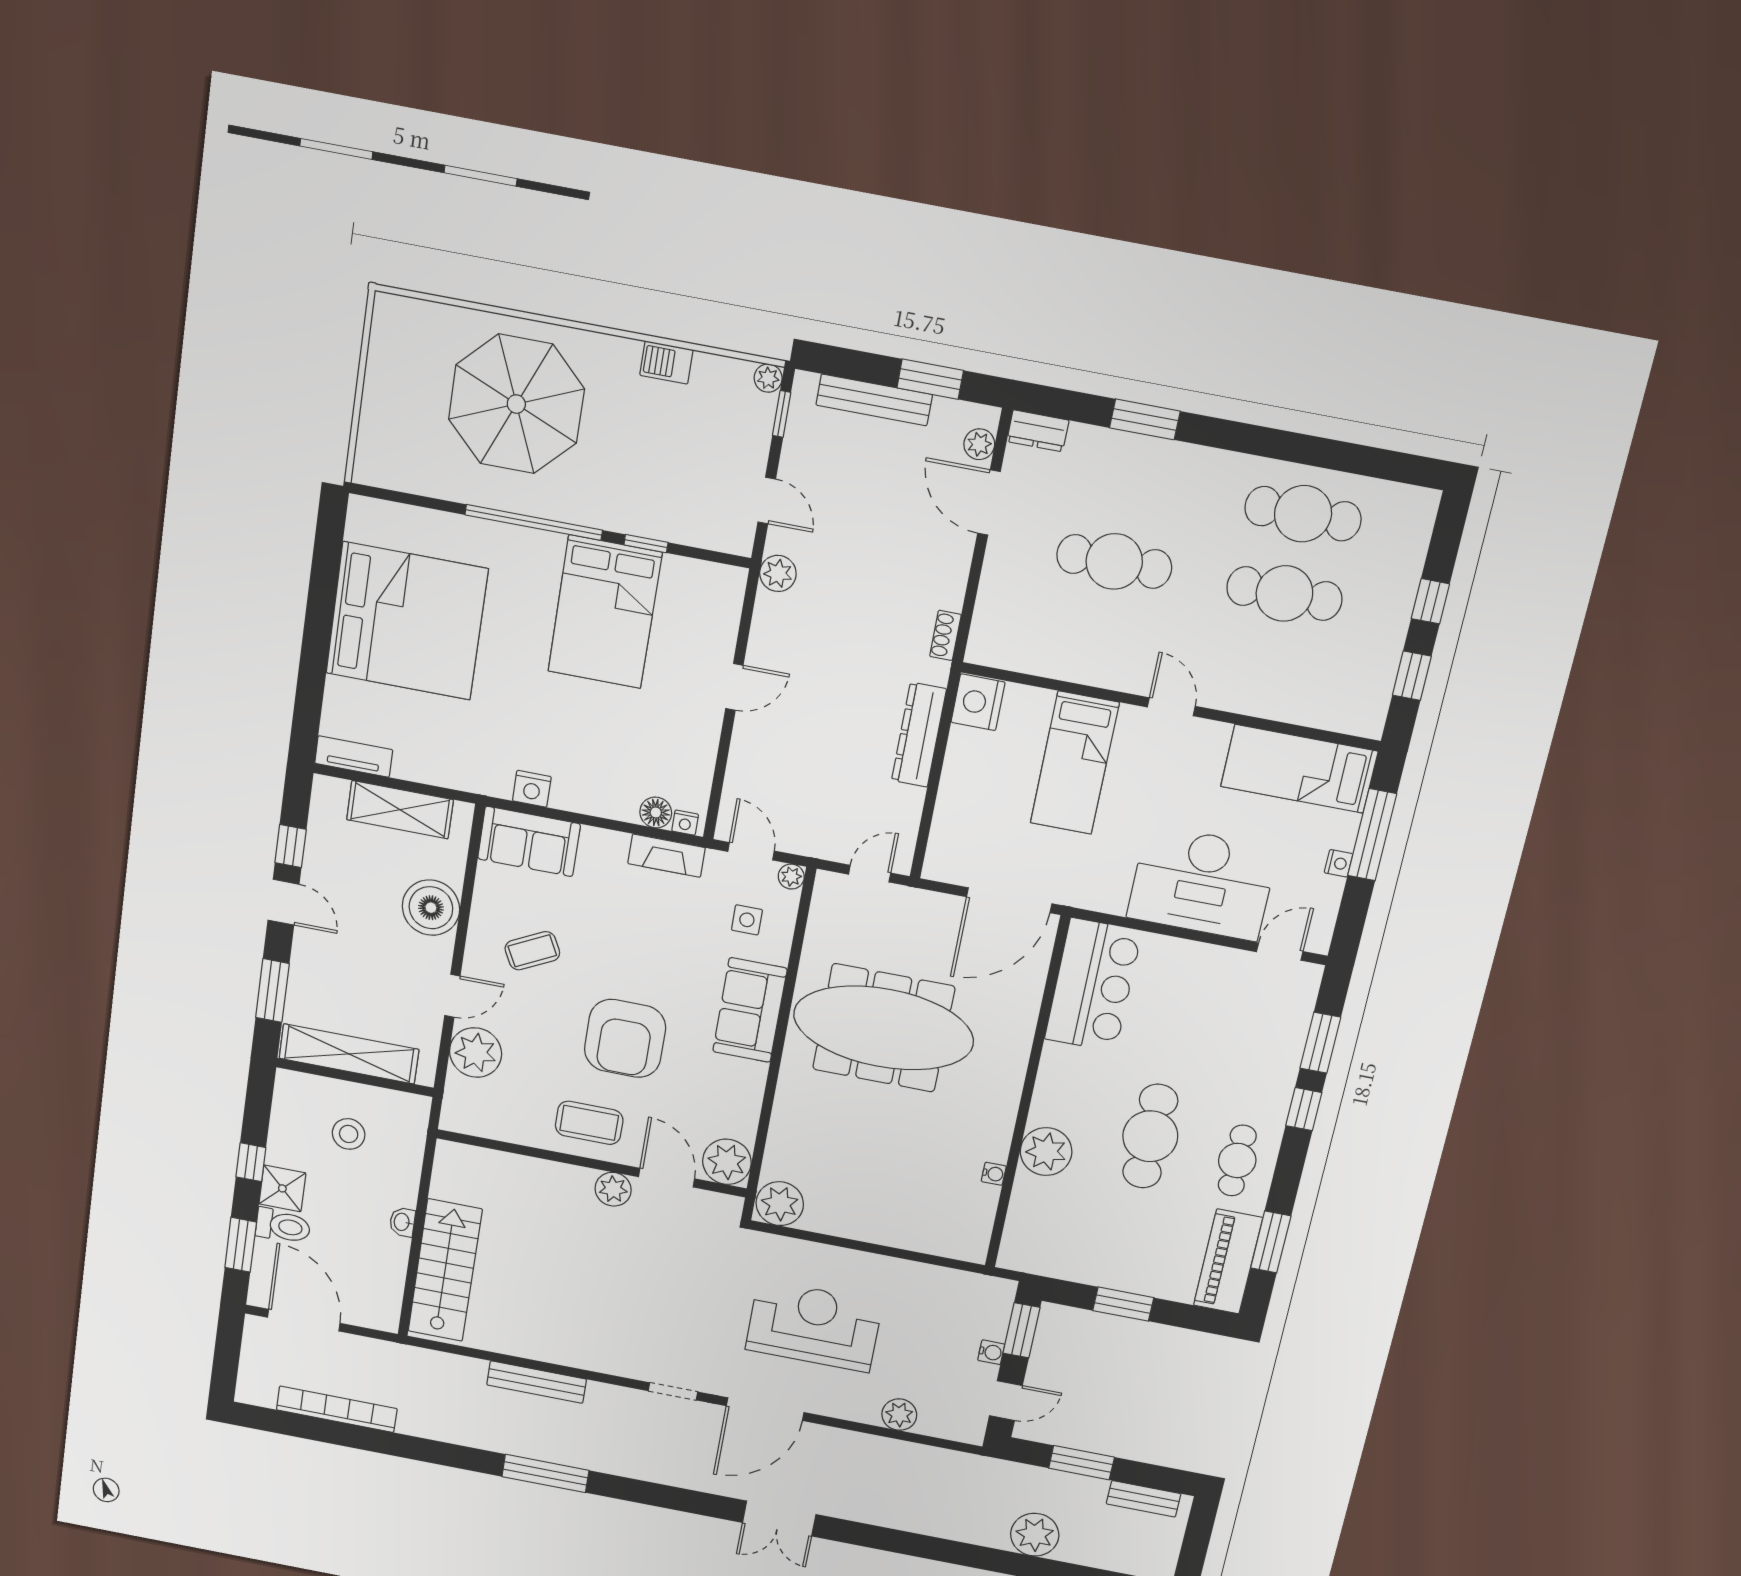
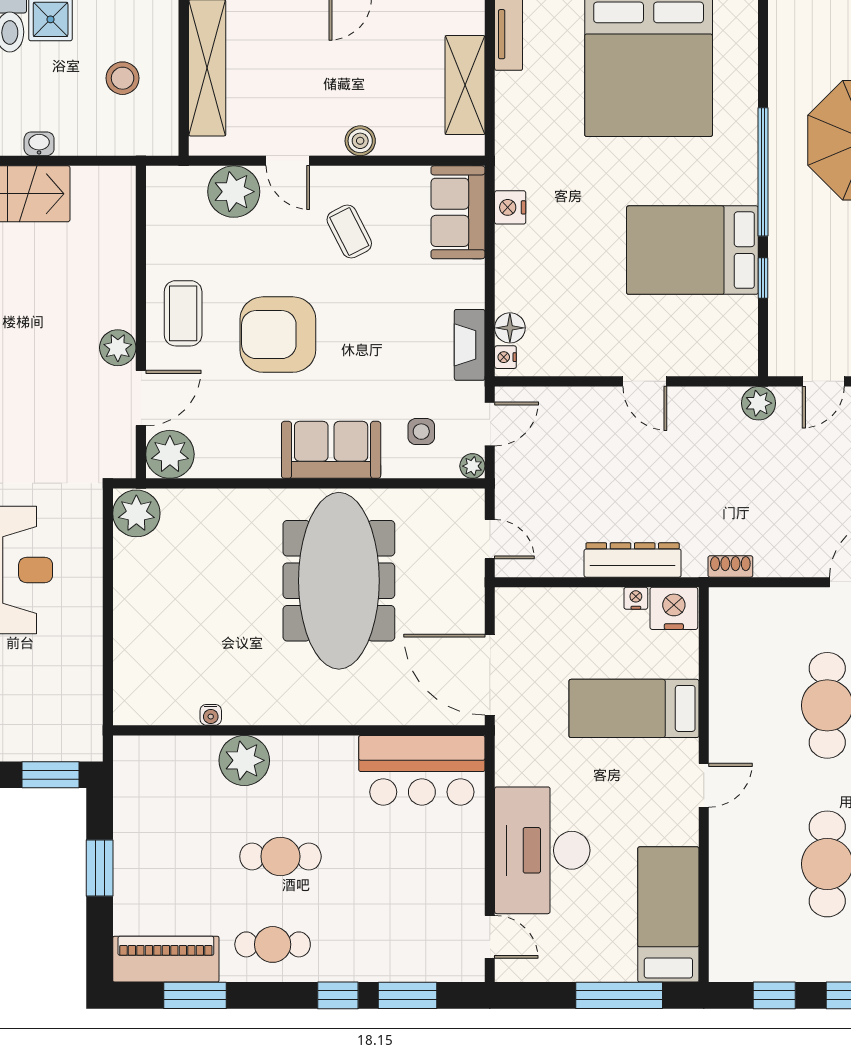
nightstand: (1339, 863) -> (636, 598), moved, turned 180
boiler: (431, 908) -> (360, 141), width x0.54, depth x0.54
cafe table: (1150, 1136) -> (280, 856), width x0.73, depth x0.74
water cooler: (991, 1352) -> (21, 750), removed

